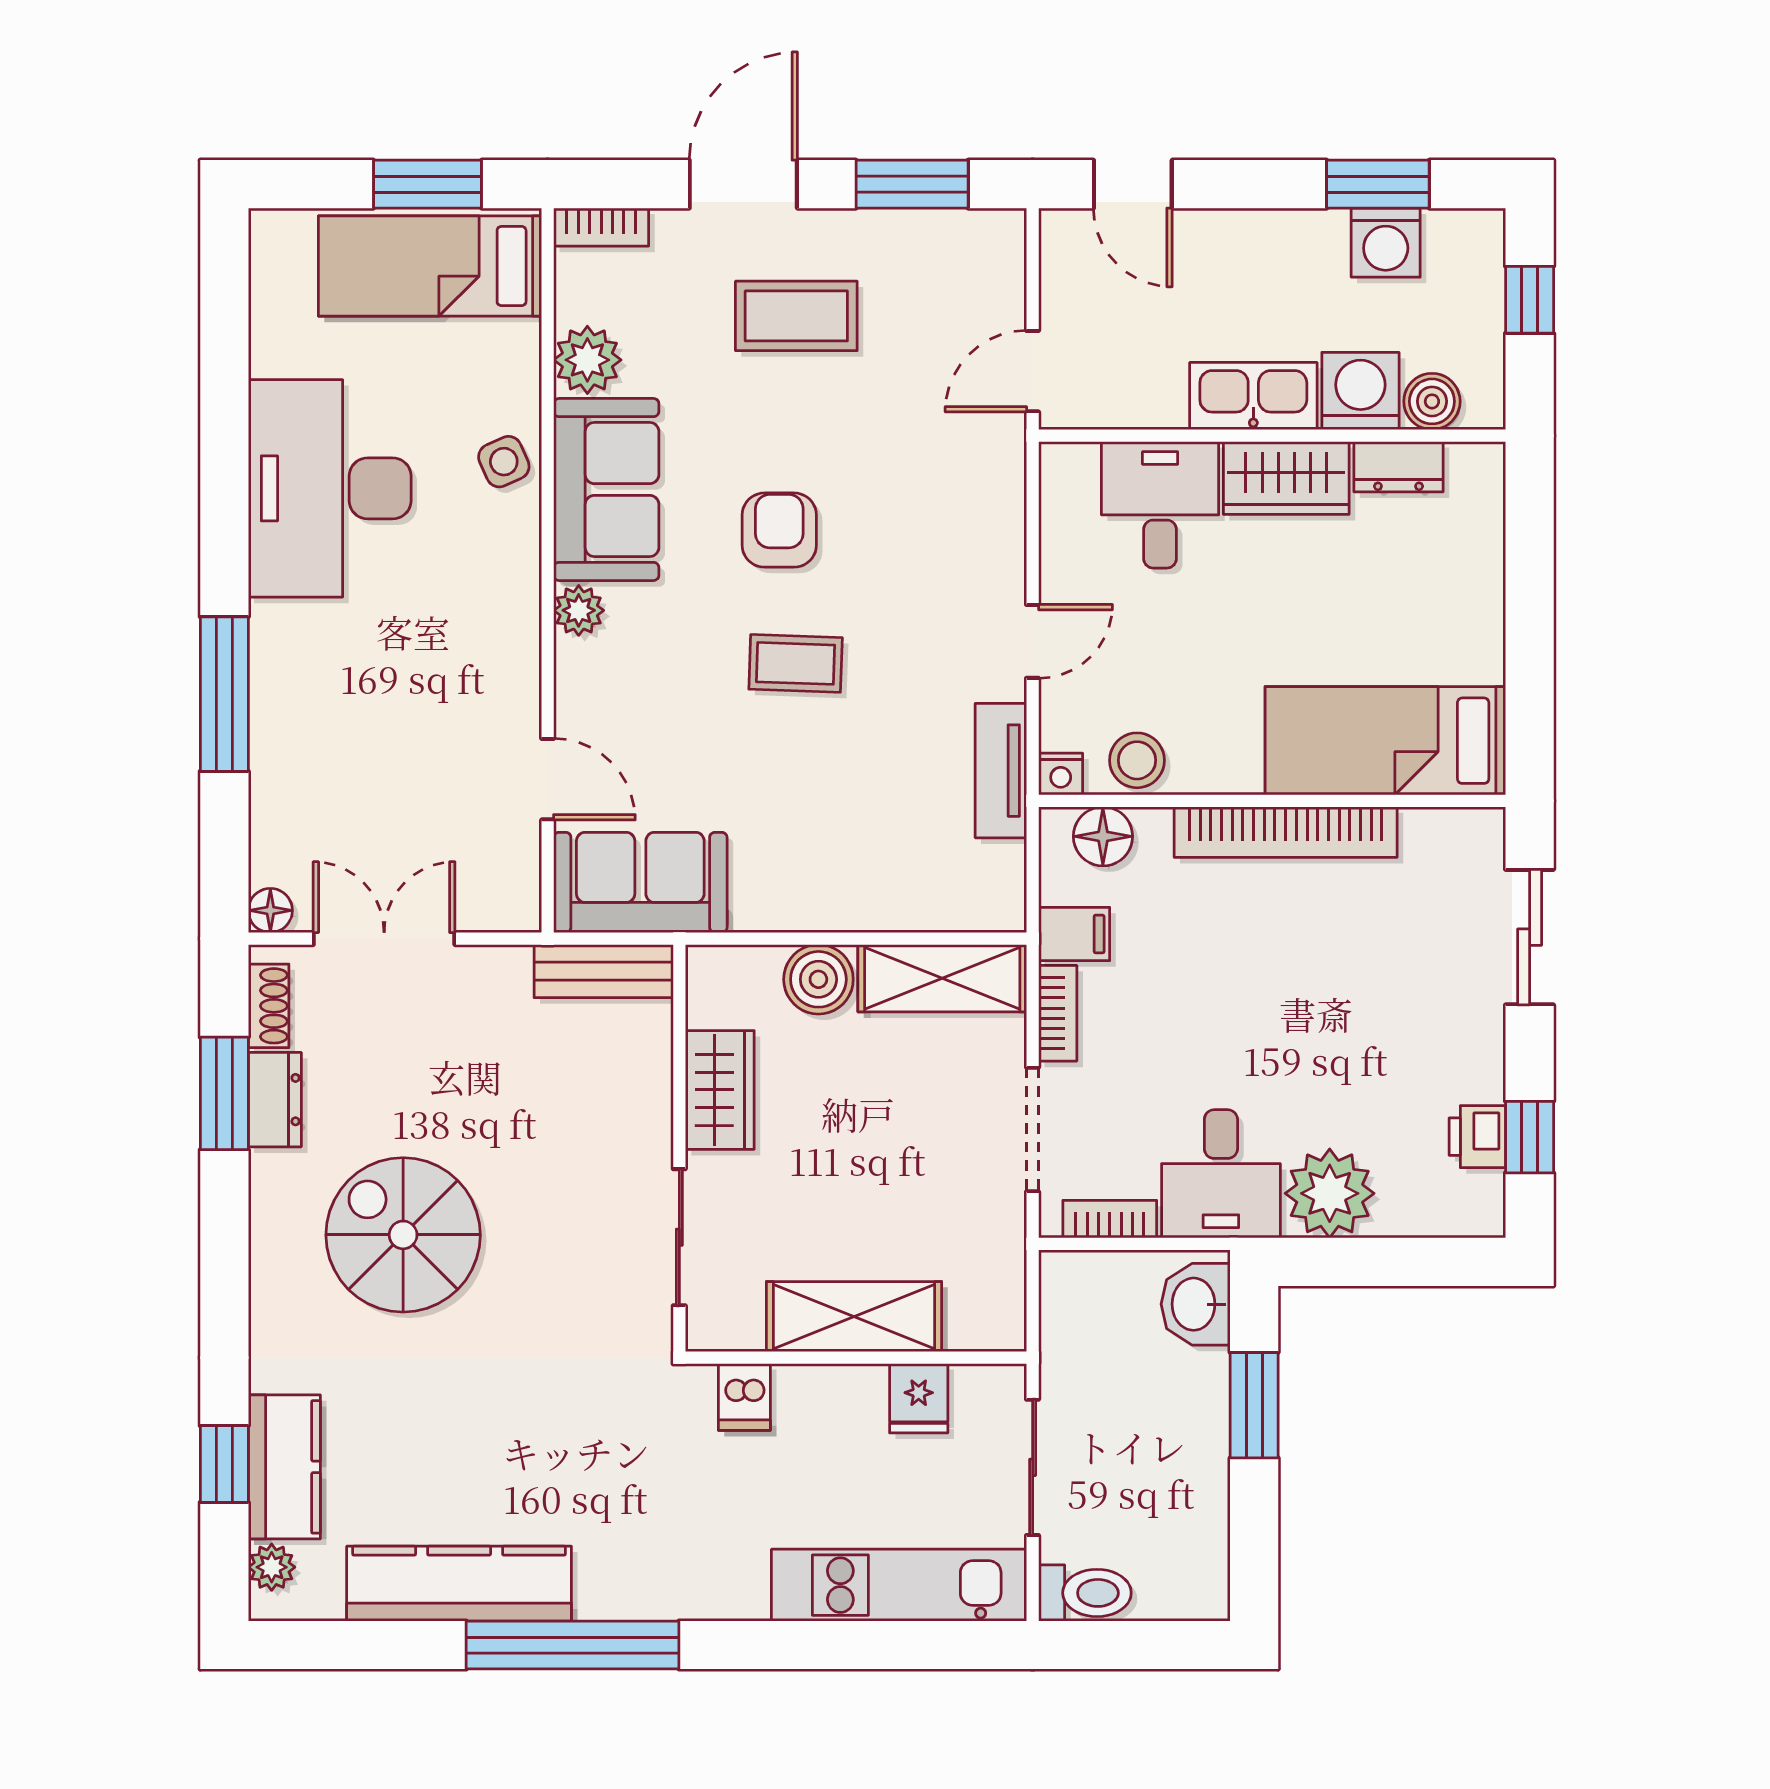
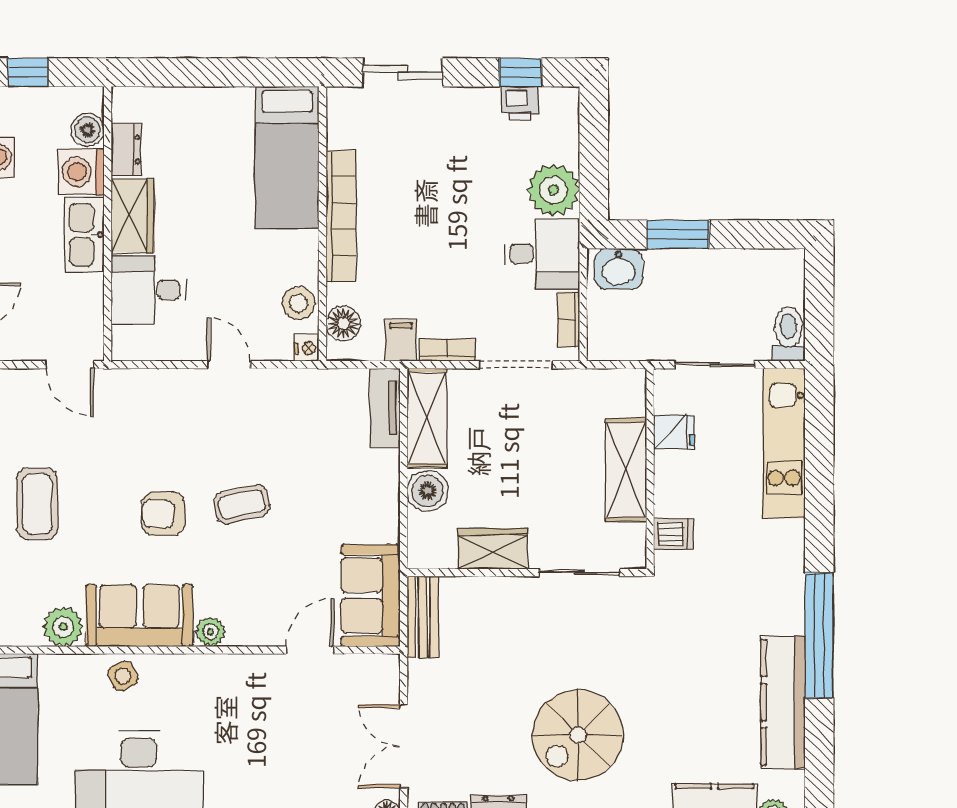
coffee table: (796, 663) -> (242, 504), turned 76
tv unit: (1001, 771) -> (385, 408), moved, turned 90

